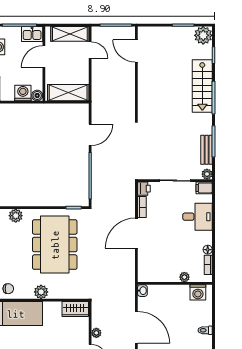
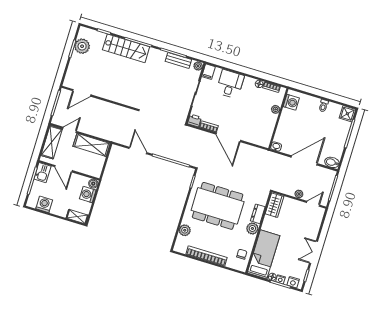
plant: (203, 35) -> (82, 46), moved
shelving: (68, 93) -> (92, 145), moved, turned 90
dresser: (60, 293) -> (258, 214), added

